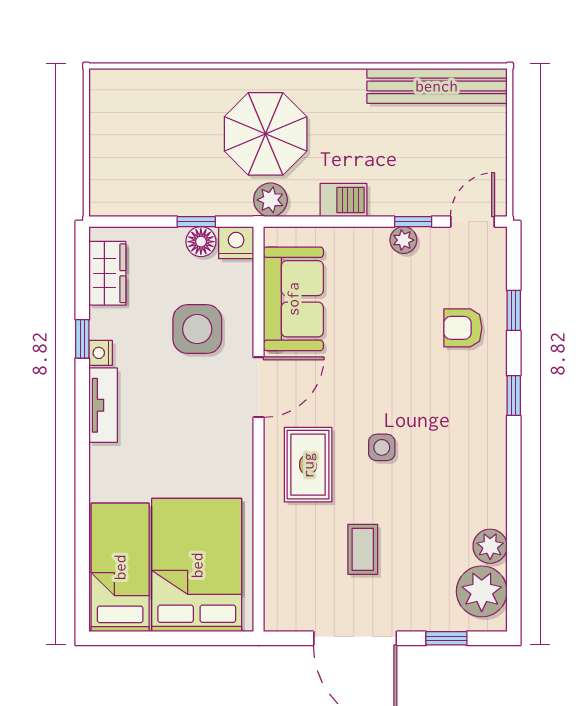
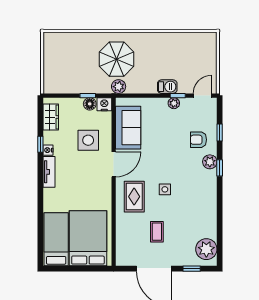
bench: (437, 86) -> (188, 39), removed
barbecue: (344, 200) -> (167, 87), moved
plant: (490, 546) -> (210, 162), moved

